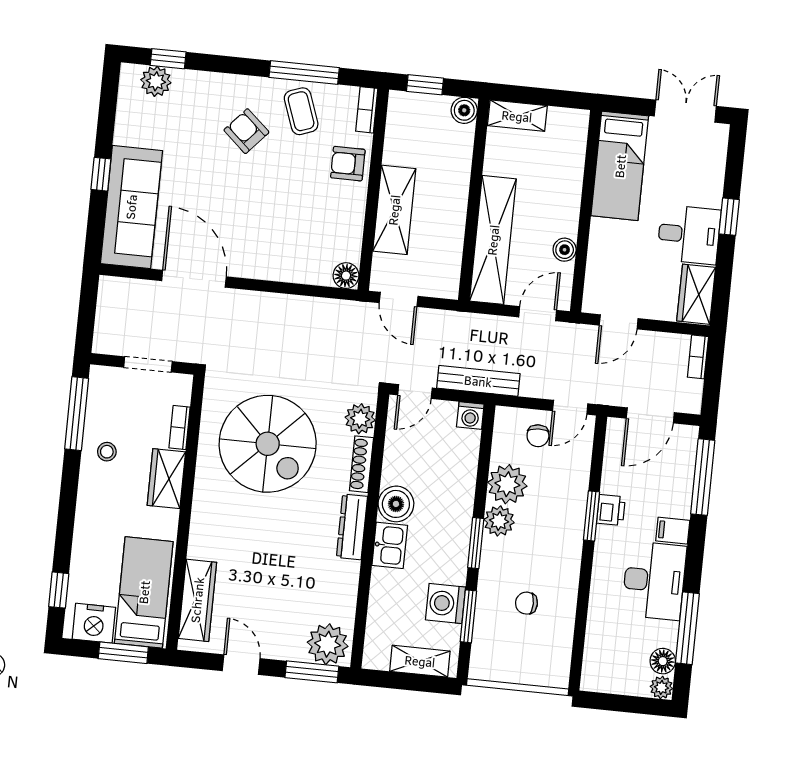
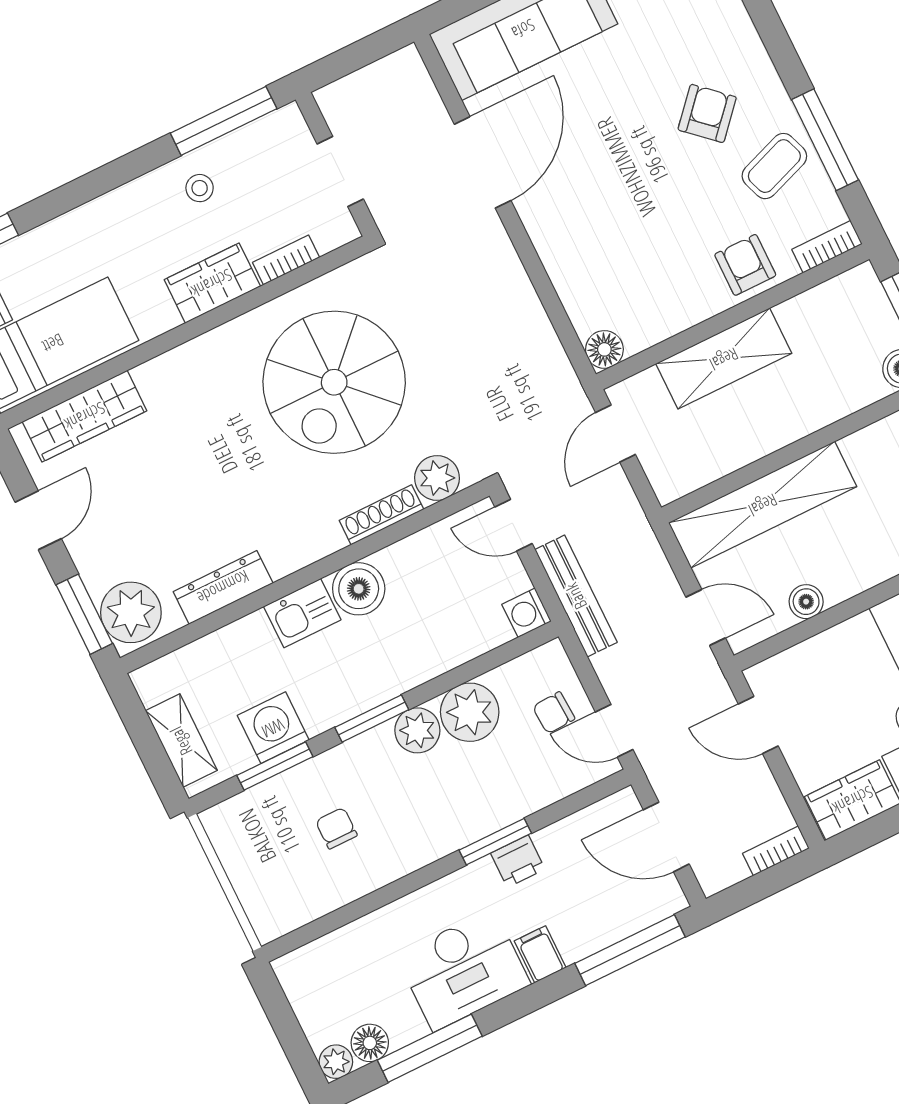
dresser: (352, 527) -> (223, 587), moved

